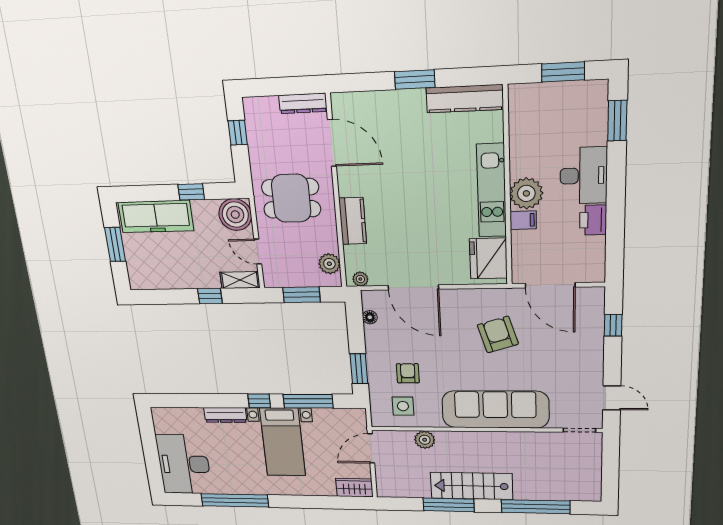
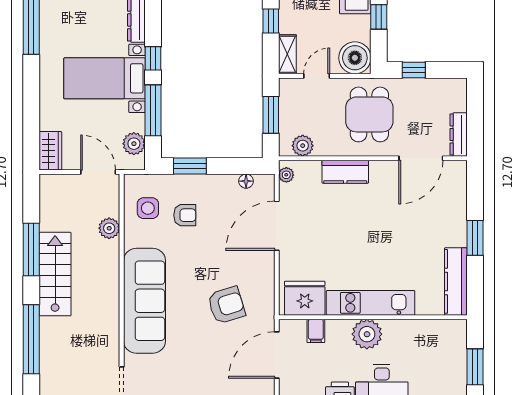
window: (238, 133) -> (414, 70), moved
filing cabinet: (523, 220) -> (316, 331), moved
plant: (341, 418) -> (134, 144), added

